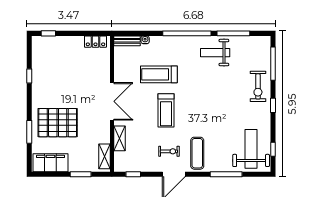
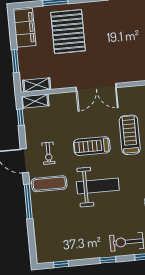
shelving: (119, 138) -> (35, 101), moved
weight bench: (251, 149) -> (98, 186), moved
window: (226, 174) -> (28, 202), moved

